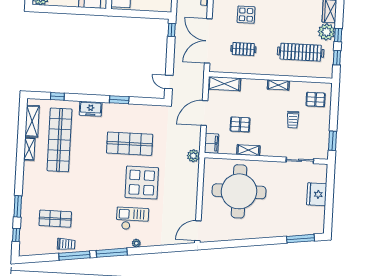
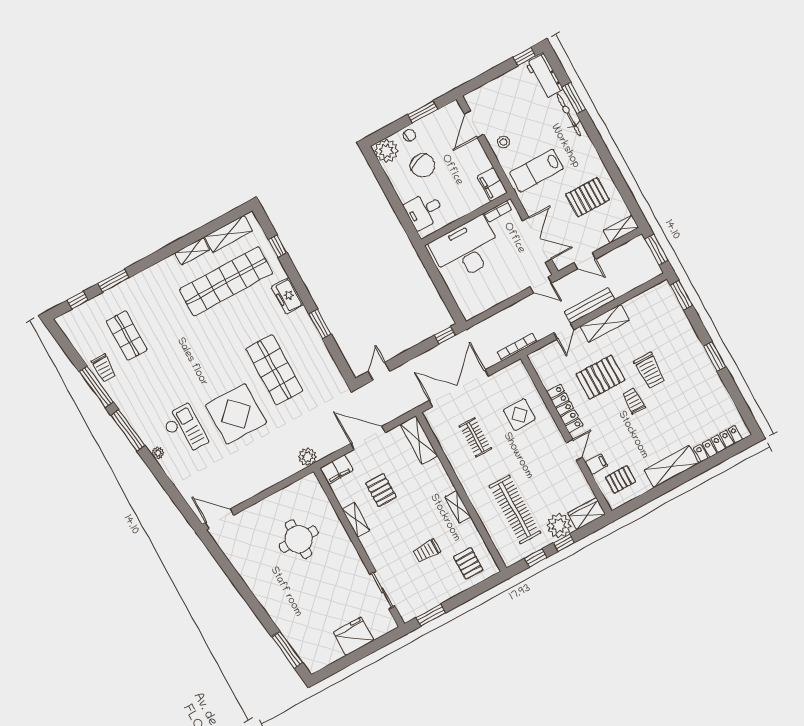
round table: (239, 191) -> (299, 539), width x0.54, depth x0.54

